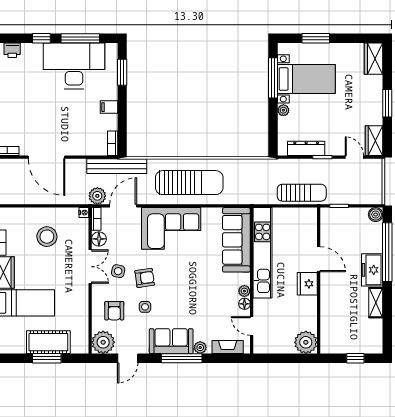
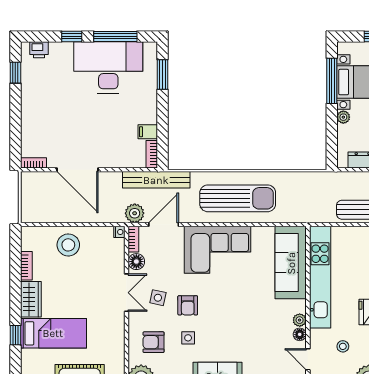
filing cabinet: (109, 107) -> (148, 132), moved
stool: (47, 237) -> (68, 245), moved
armchair: (145, 278) -> (188, 305), turned 98
armchair: (114, 311) -> (154, 342), turned 90
stool: (283, 314) -> (343, 346), added

